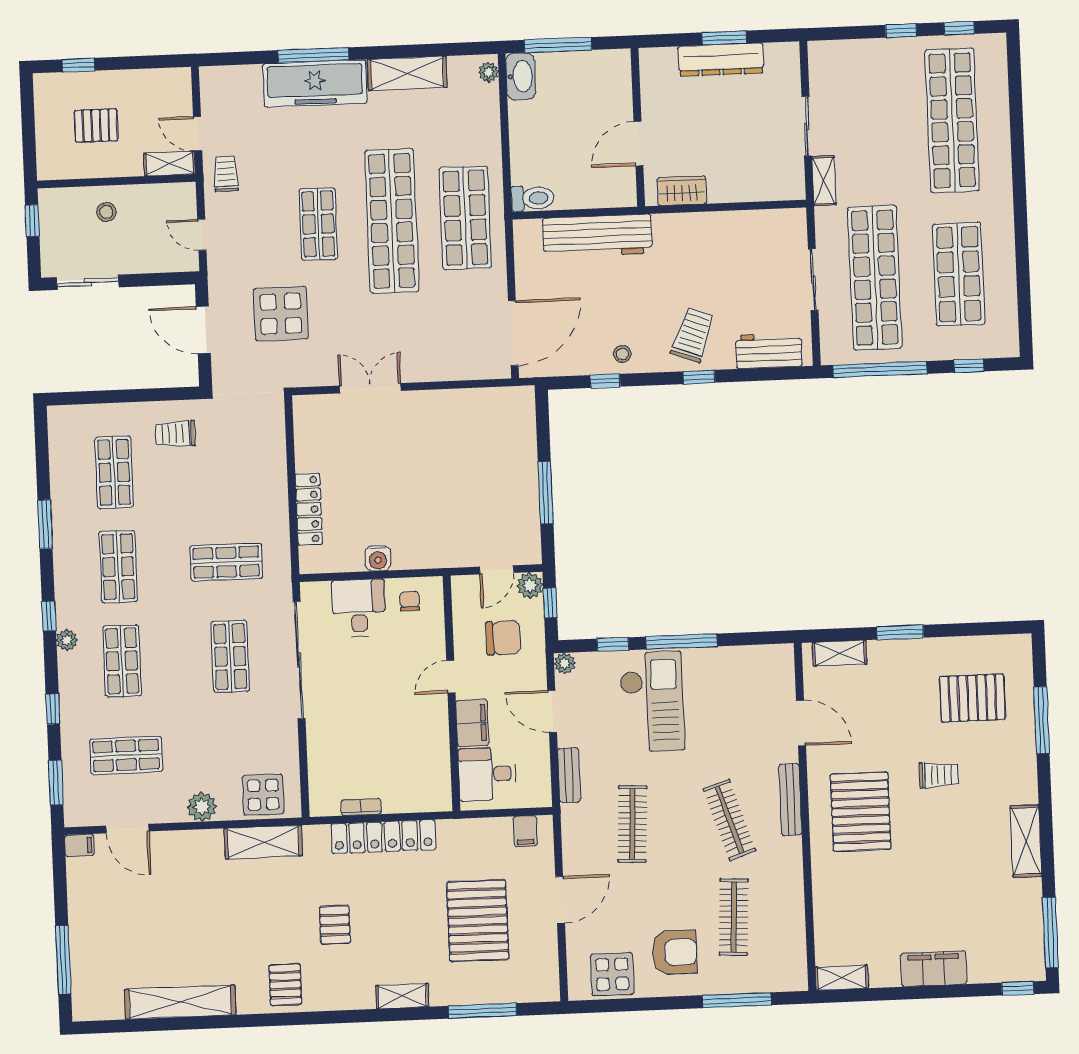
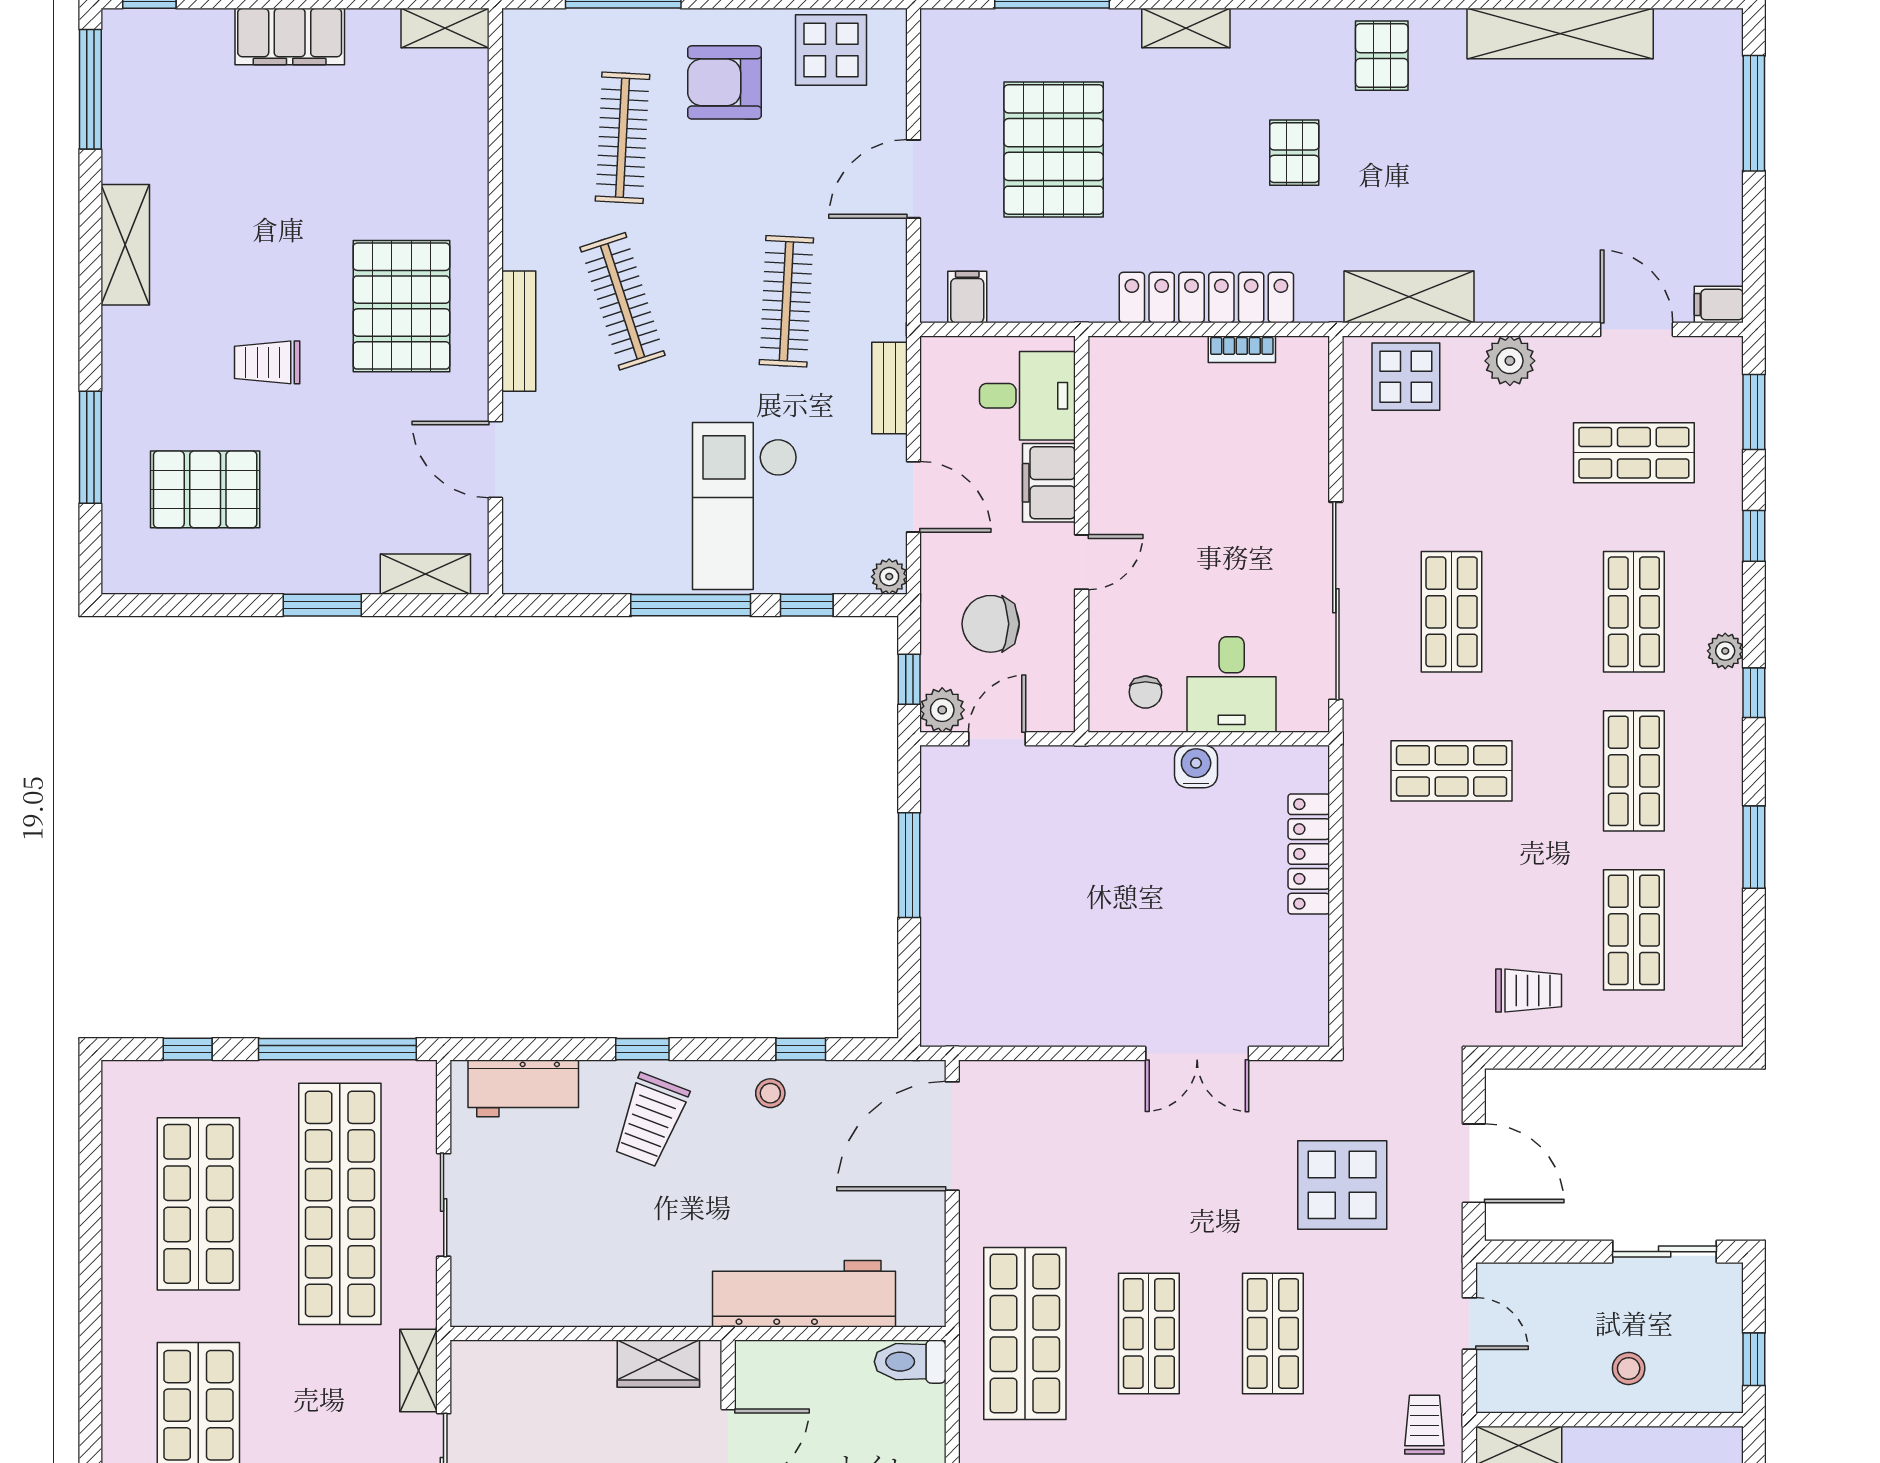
trolley: (226, 174) -> (1424, 1425), turned 180
shop shelf: (392, 221) -> (1149, 1333), width x0.50, depth x0.74

